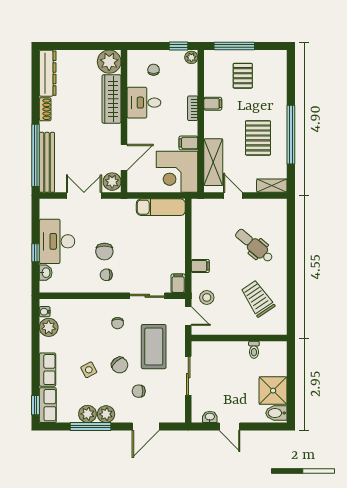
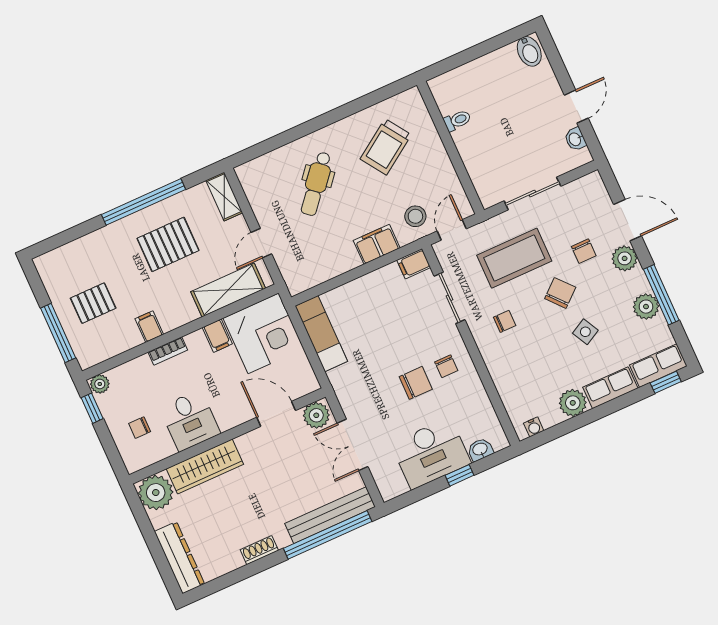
dresser: (48, 73) -> (179, 558), moved, turned 90
filing cabinet: (200, 266) -> (377, 244), width x2.00
plant: (49, 327) -> (573, 403), moved
shower: (273, 391) -> (501, 70), removed
plant: (106, 414) -> (625, 258), moved

